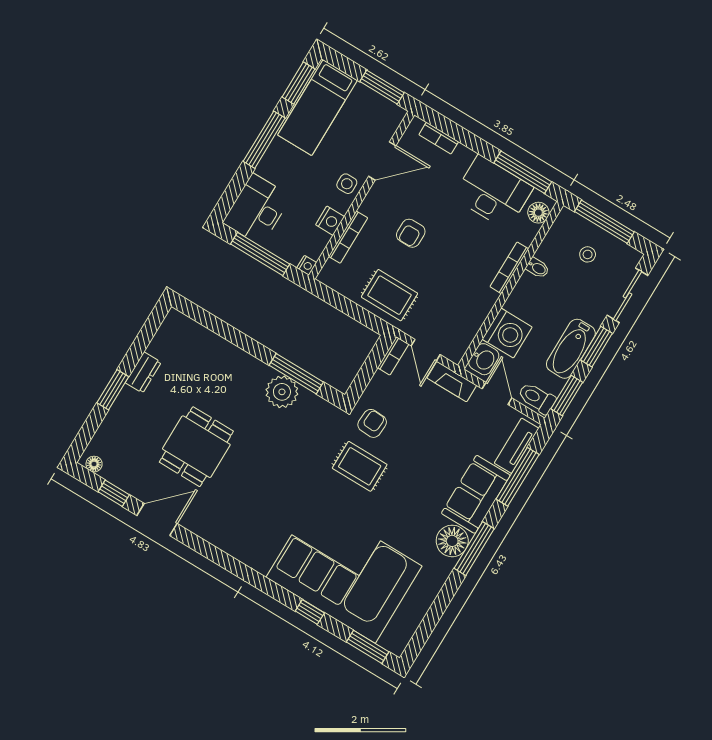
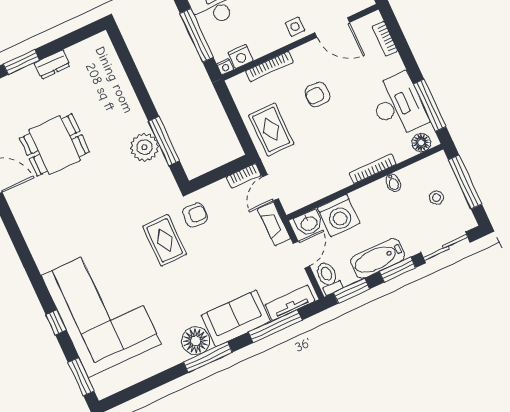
nightstand: (330, 221) -> (241, 57), moved

